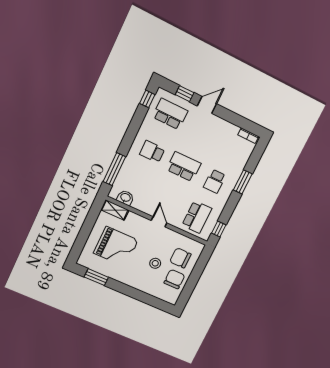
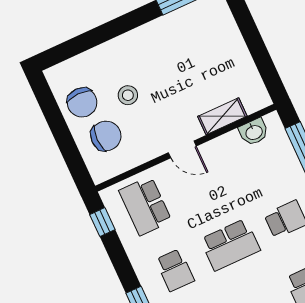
school desk: (215, 181) -> (175, 270), turned 180
shelving: (115, 210) -> (222, 116), moved
grand piano: (116, 247) -> (197, 62), removed

